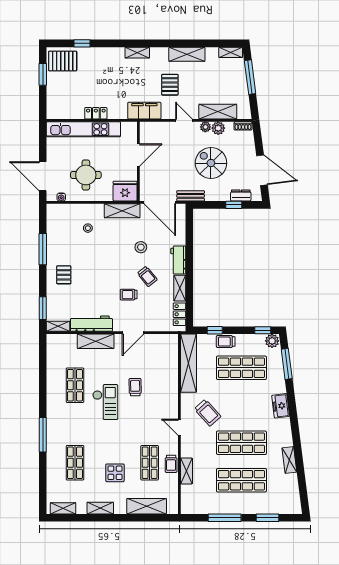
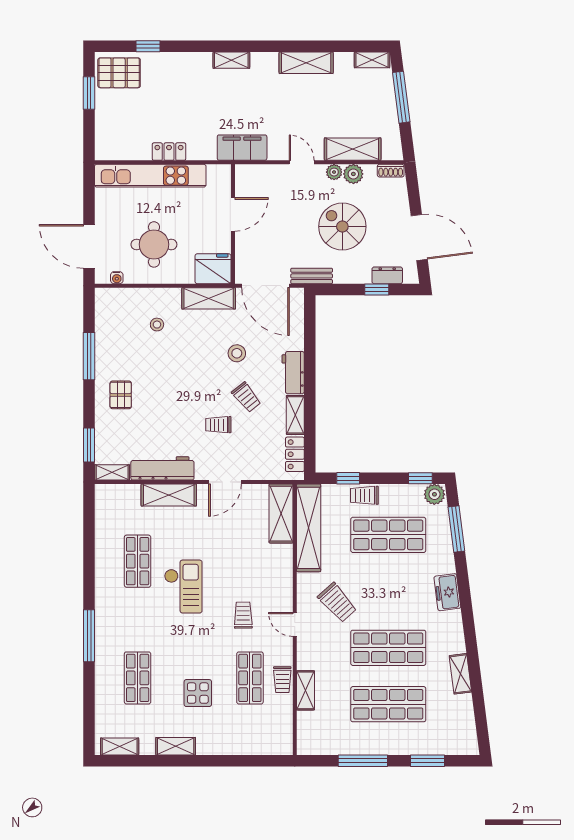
pallet: (170, 85) -> (280, 108), removed
trolley: (135, 387) -> (243, 615), moved
shelving: (147, 506) -> (281, 514), moved, turned 90

